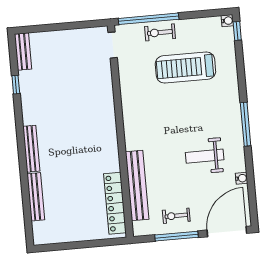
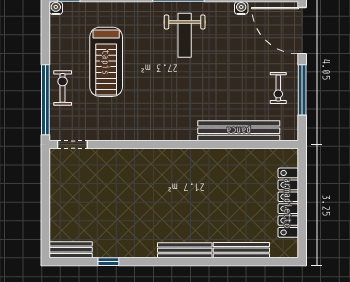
exercise bike: (160, 32) -> (63, 88), turned 180
weight bench: (205, 156) -> (185, 35), moved
locker: (115, 203) -> (288, 203), moved, turned 90

